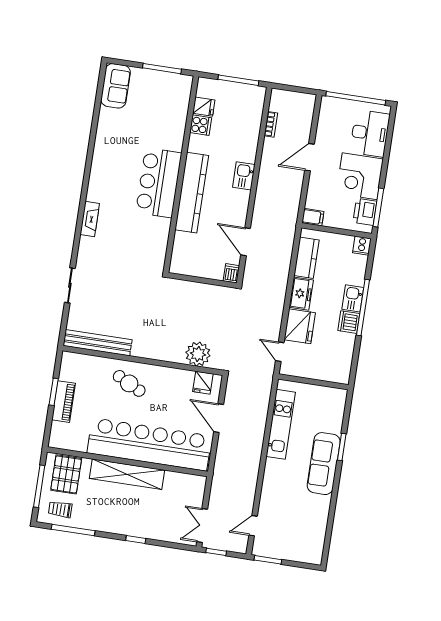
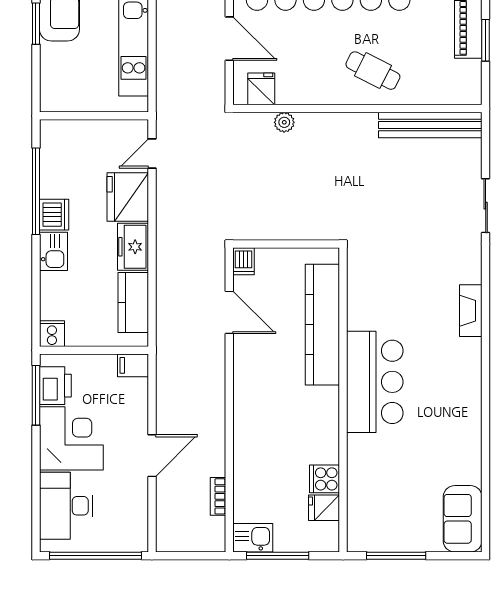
kitchen sink: (244, 176) -> (253, 538), moved, turned -90
kitchen counter: (192, 193) -> (322, 325), moved
window: (363, 307) -> (36, 191), moved
door: (280, 352) -> (152, 154), swing flipped
plant: (198, 354) -> (284, 122), width x0.53, depth x0.53

